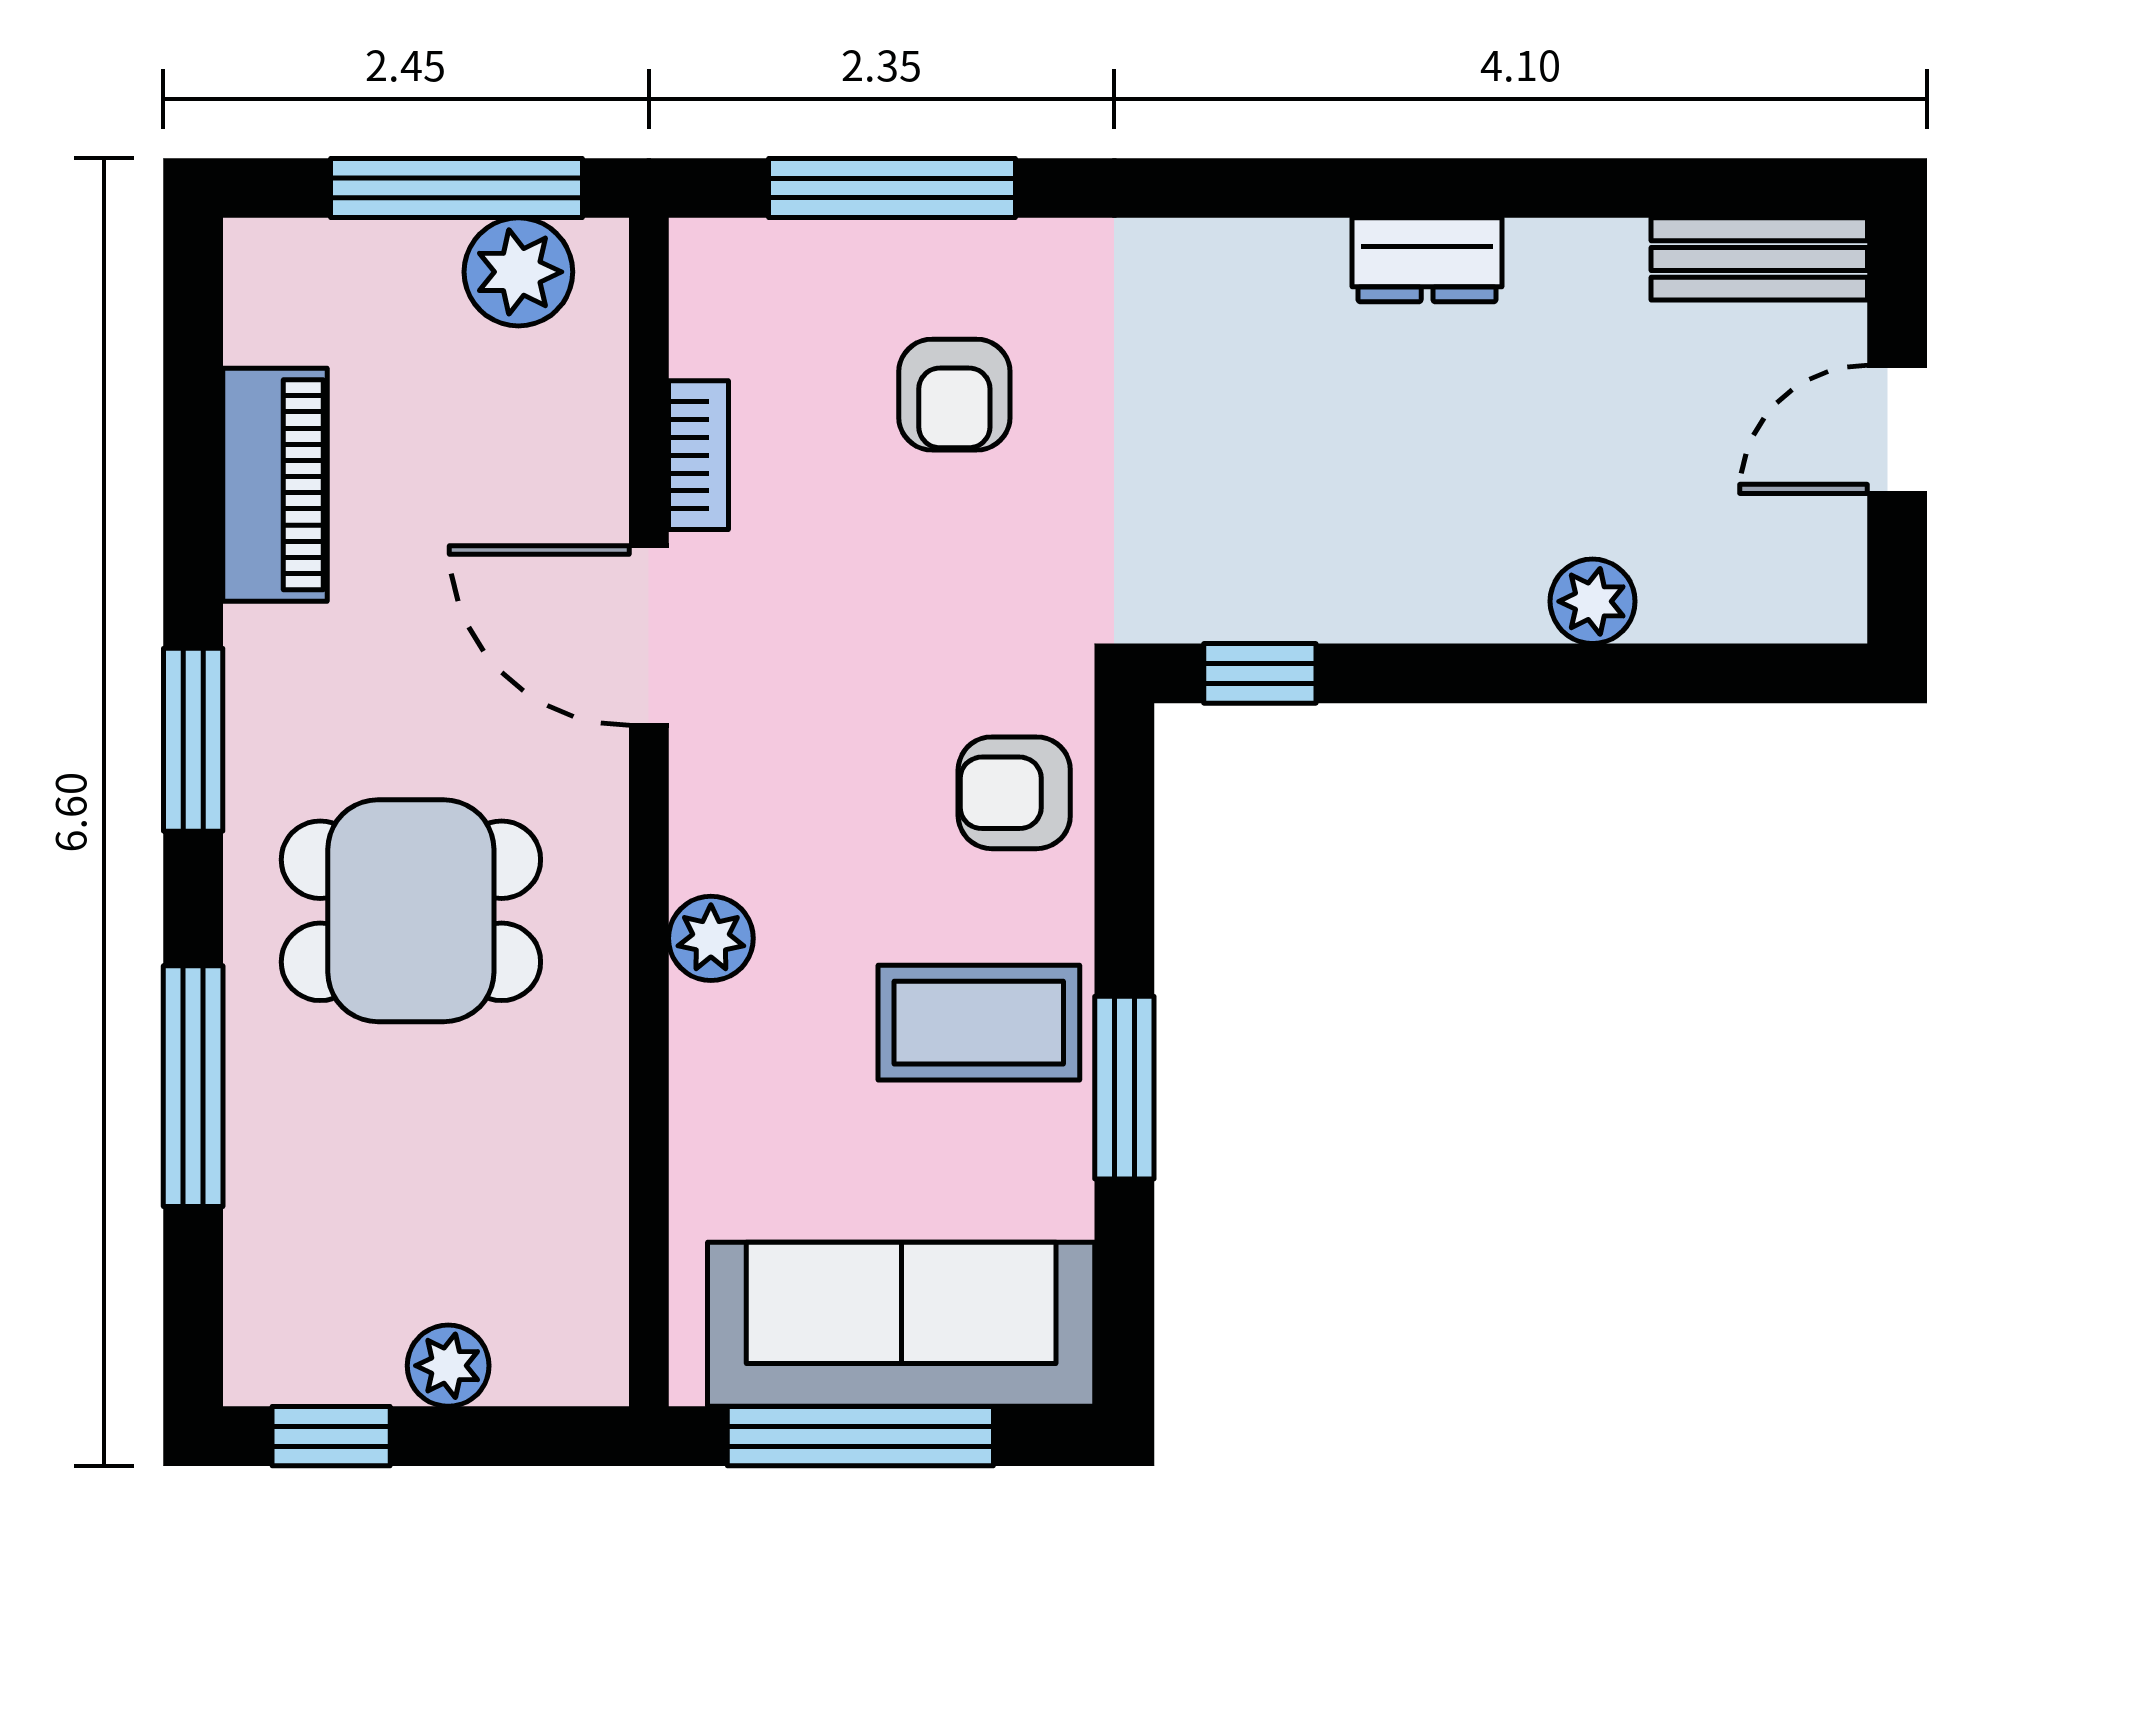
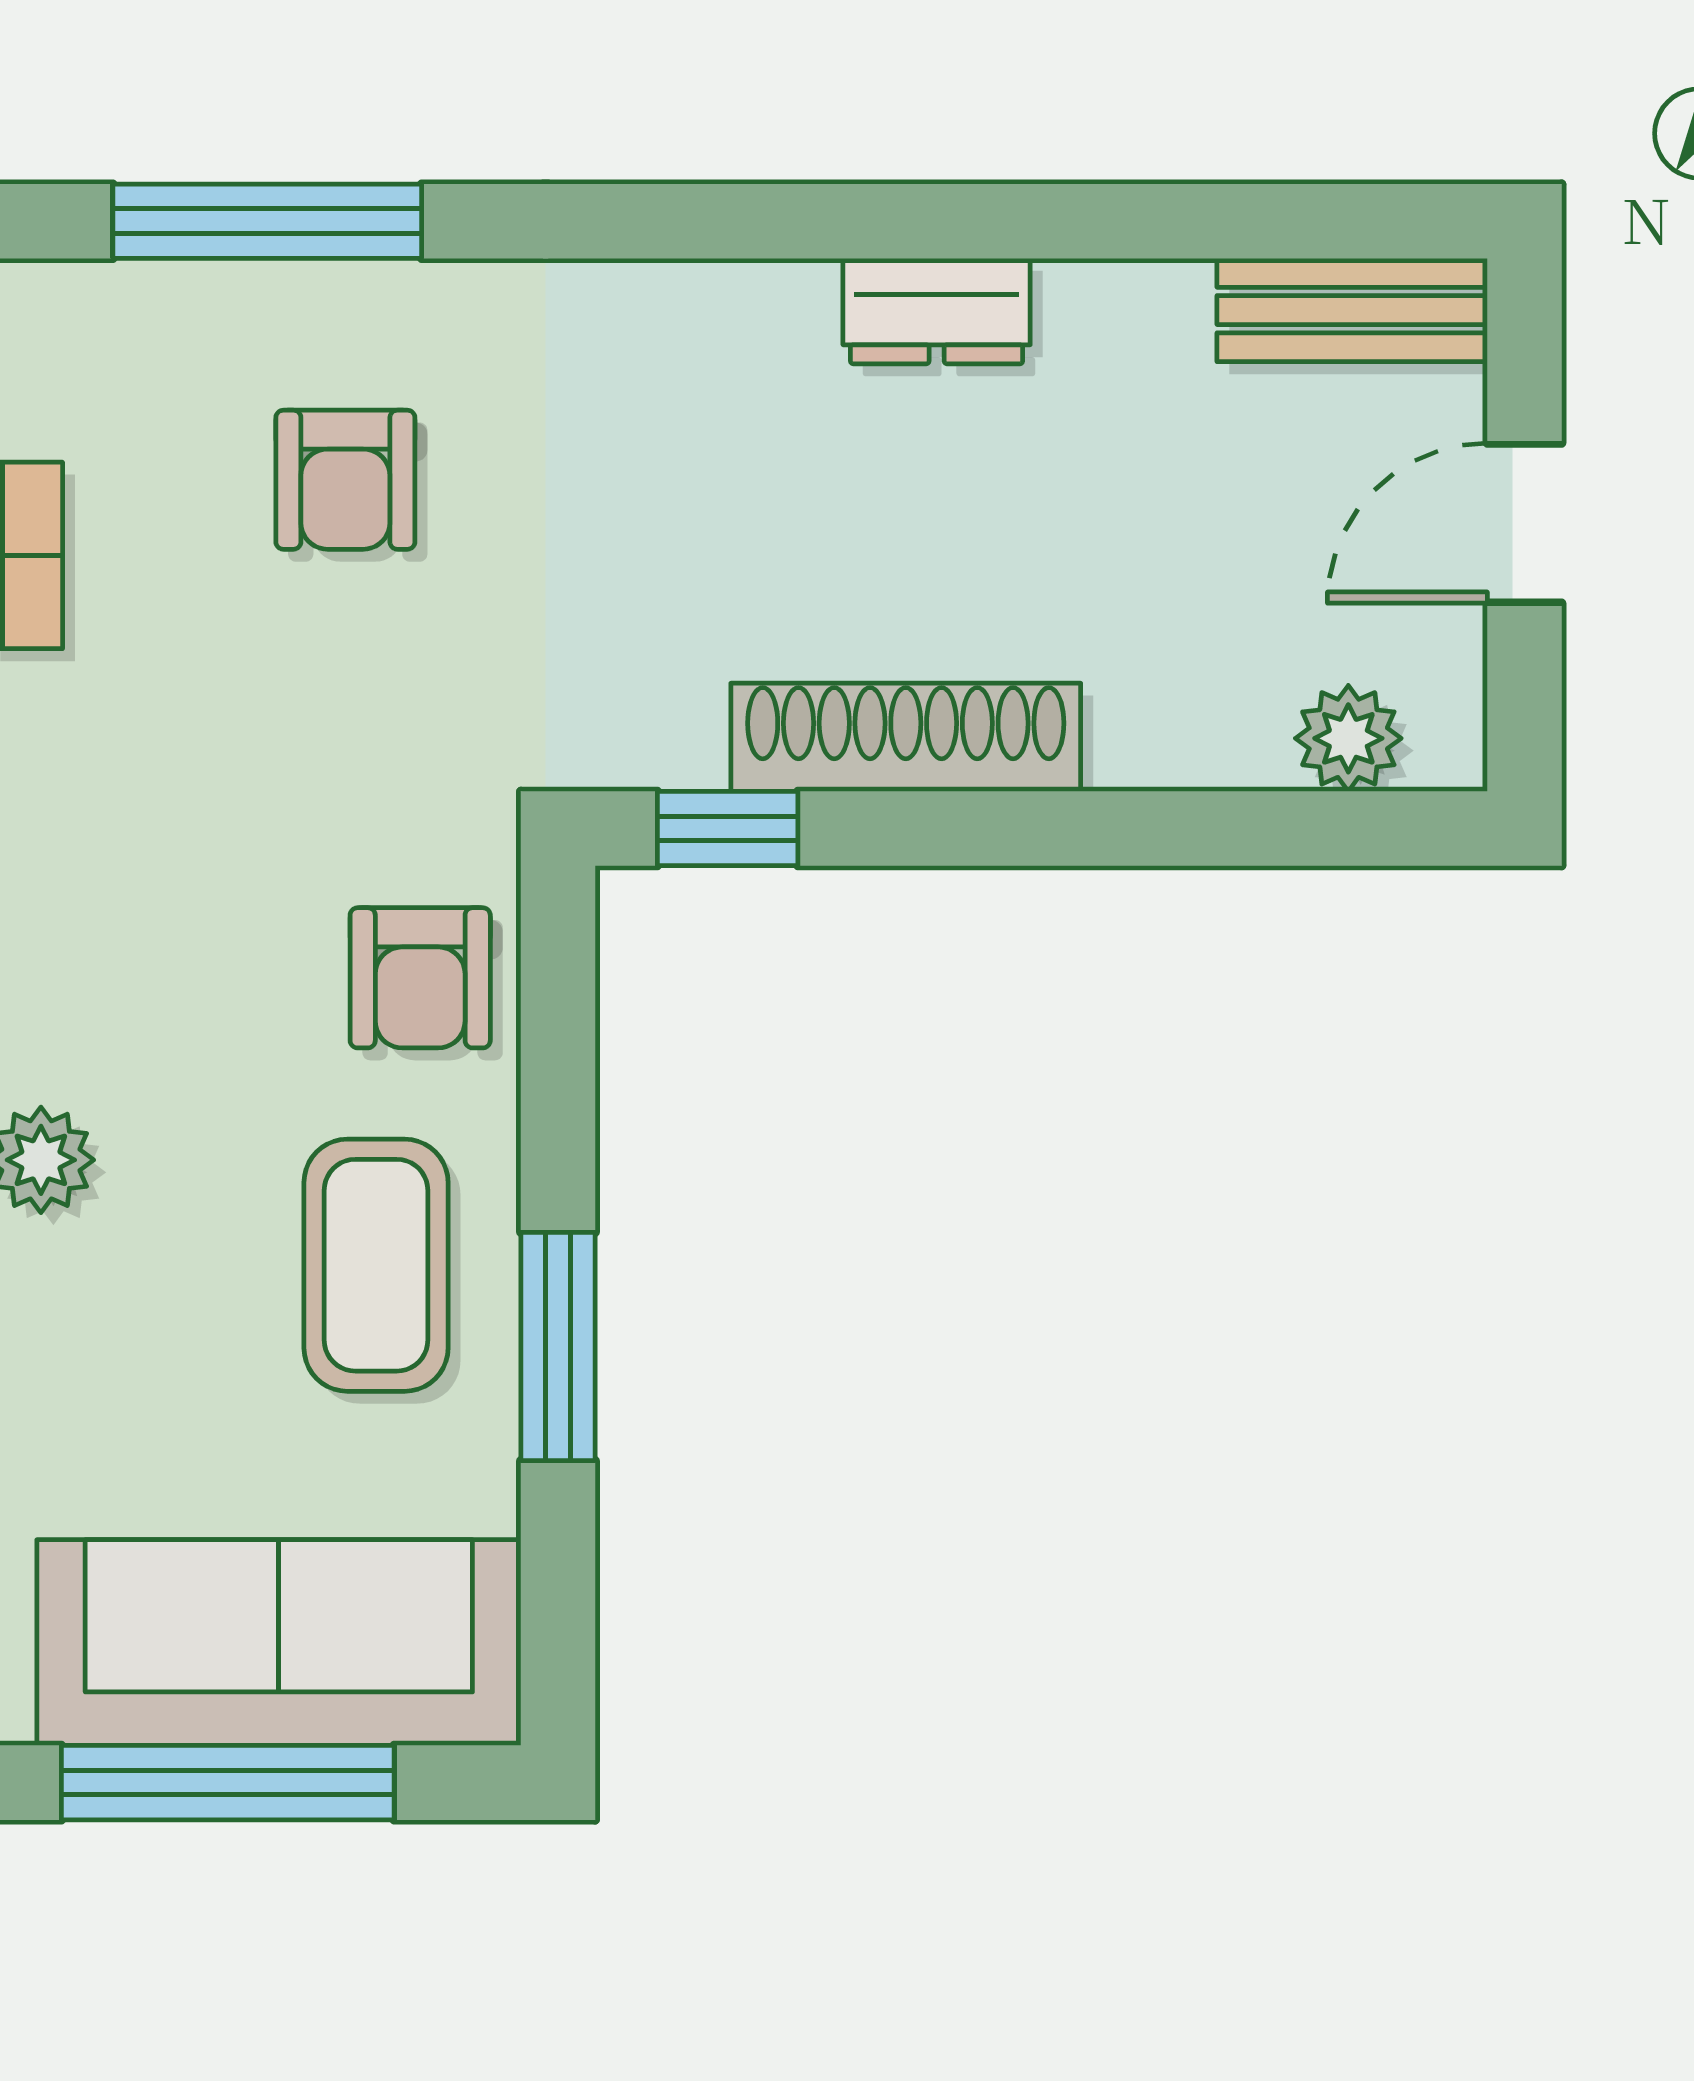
shoe rack: (1402, 600) -> (906, 737), added
plant: (1593, 601) -> (1348, 738), moved
armchair: (1014, 793) -> (420, 978), turned -90
coffee table: (979, 1023) -> (376, 1265), turned 90

